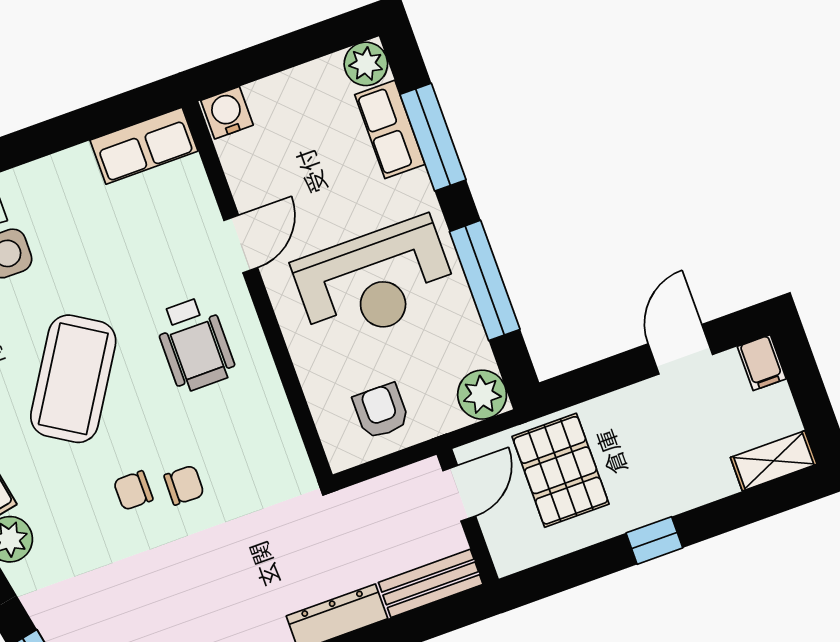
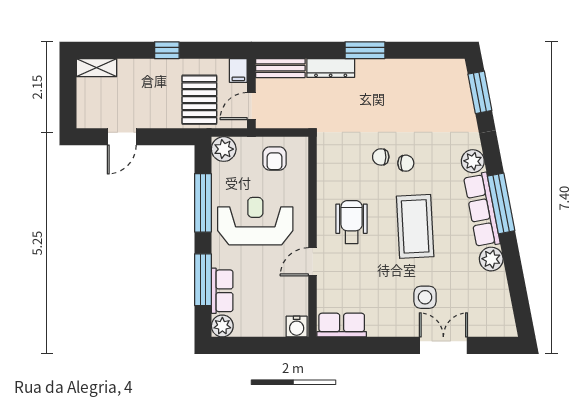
filing cabinet: (762, 363) -> (238, 71), moved, turned 180
coffee table: (73, 379) -> (415, 226), turned -35

